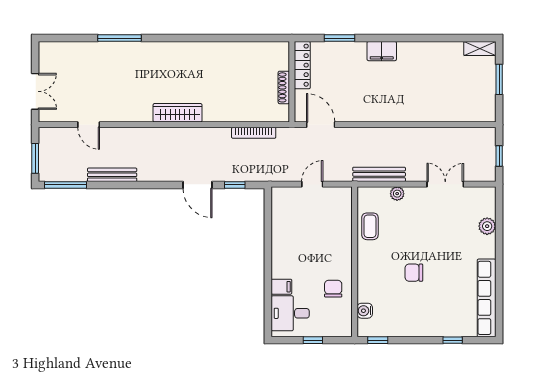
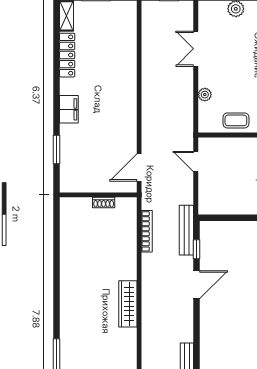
locker: (302, 65) -> (67, 55), moved, turned 90
shoe rack: (284, 87) -> (104, 203), width x0.70
bench: (379, 174) -> (186, 230), moved
door: (312, 184) -> (196, 161), moved

